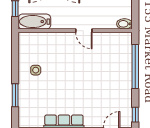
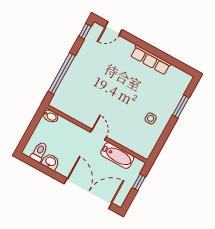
bathtub: (34, 22) -> (117, 156), moved
door: (84, 31) -> (98, 135), moved

